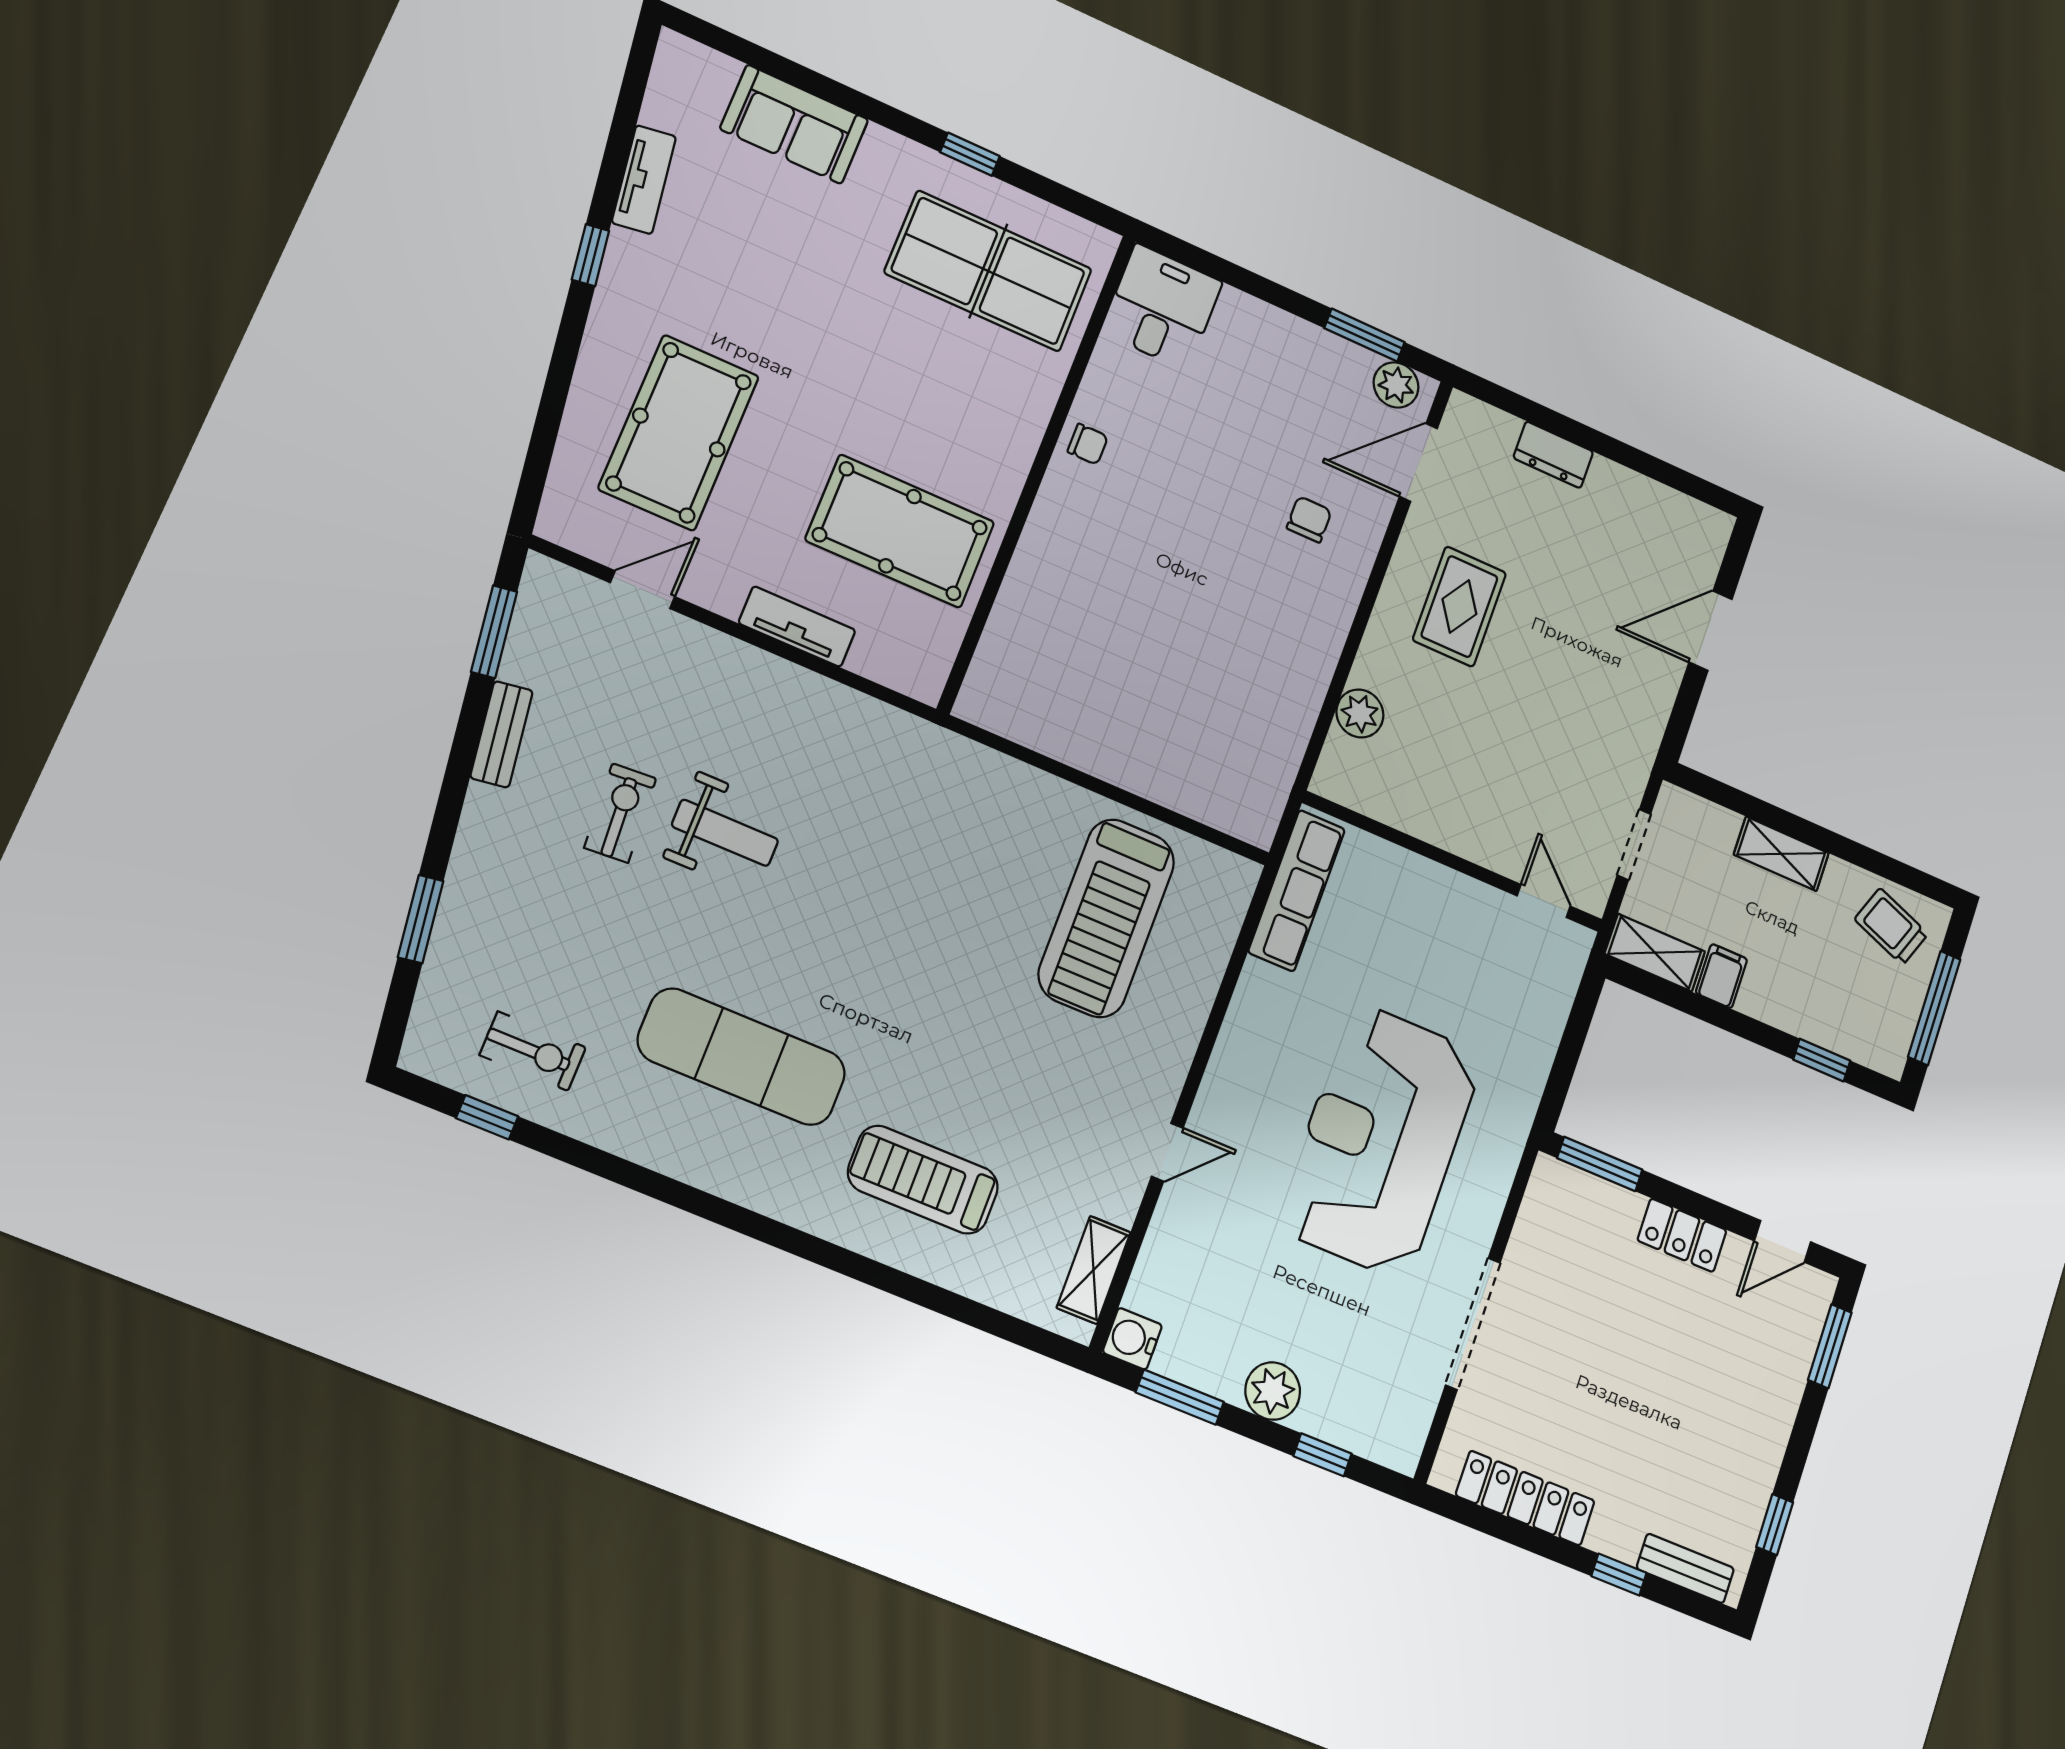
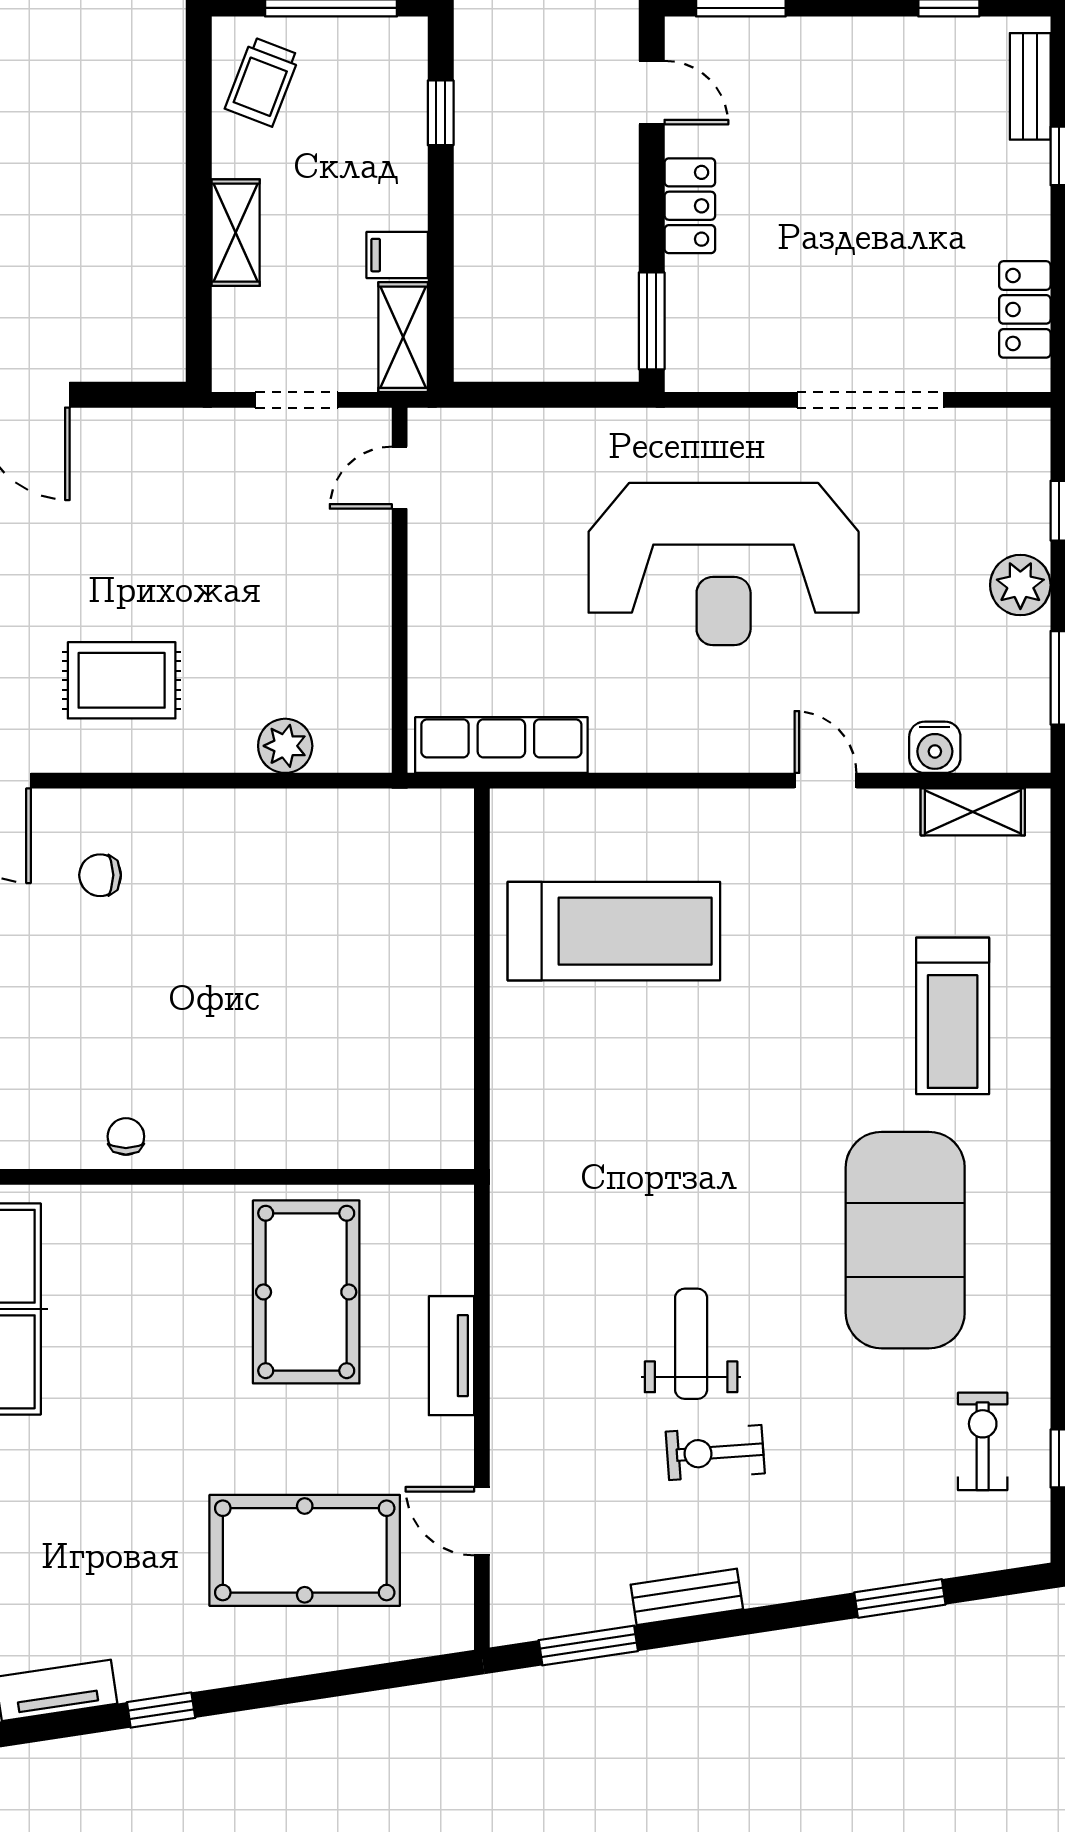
exercise mat: (742, 1057) -> (905, 1240), width x1.47
water cooler: (1132, 1339) -> (935, 747), moved
locker: (1525, 1498) -> (1025, 309), width x0.66

